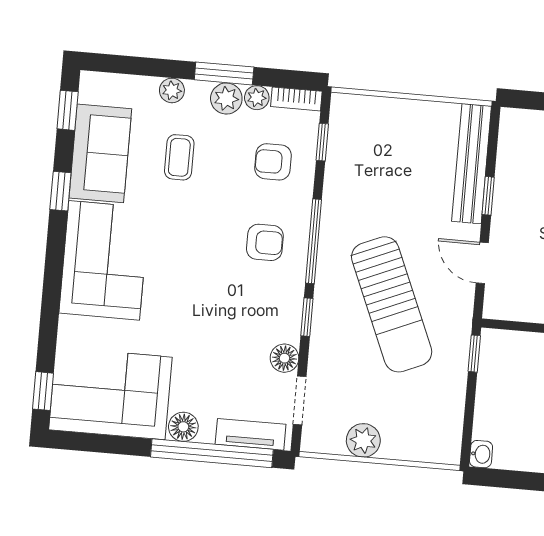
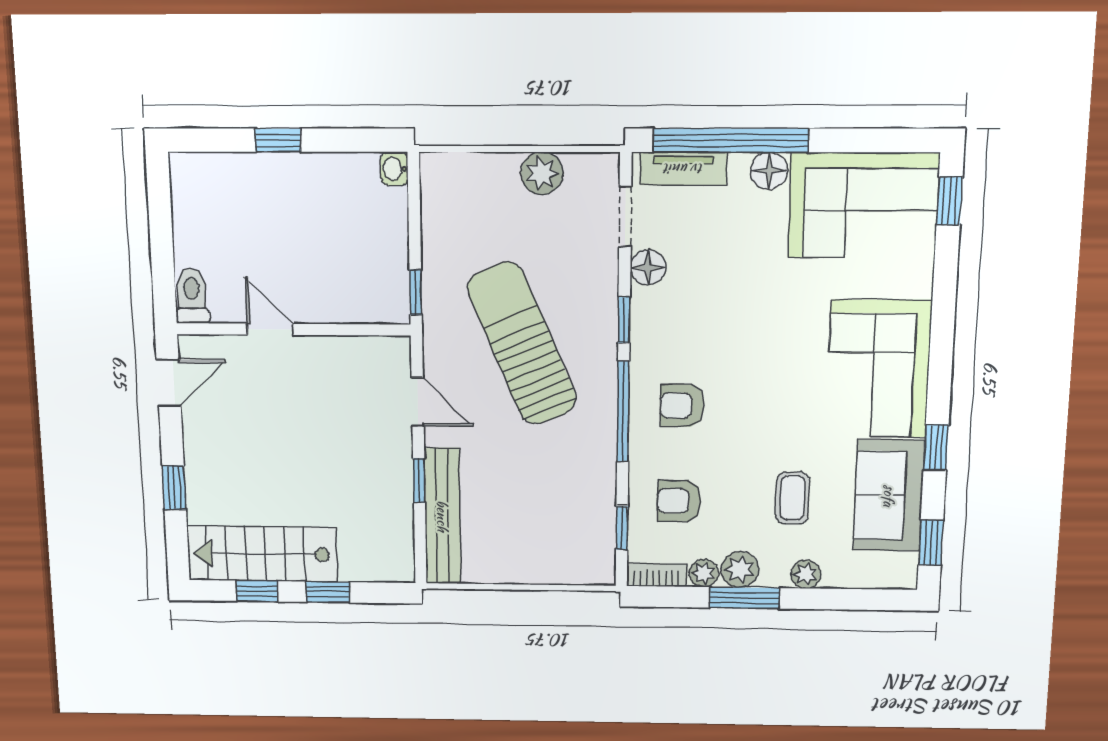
armchair: (273, 162) -> (679, 501), turned 180

